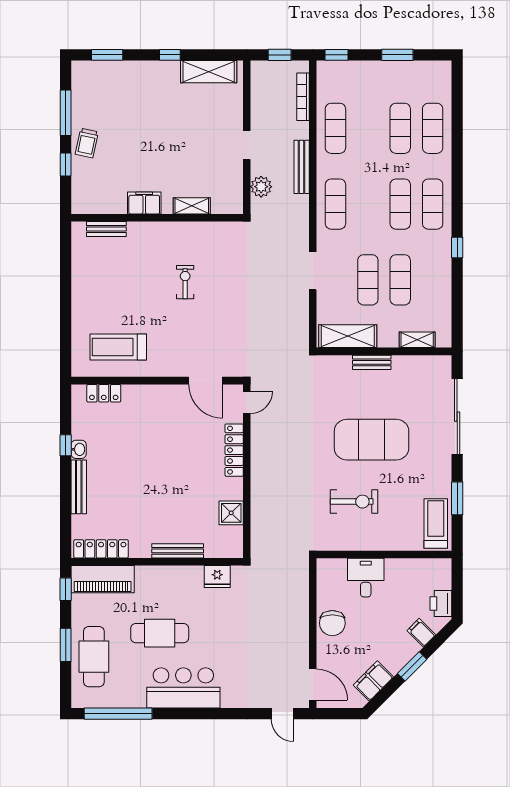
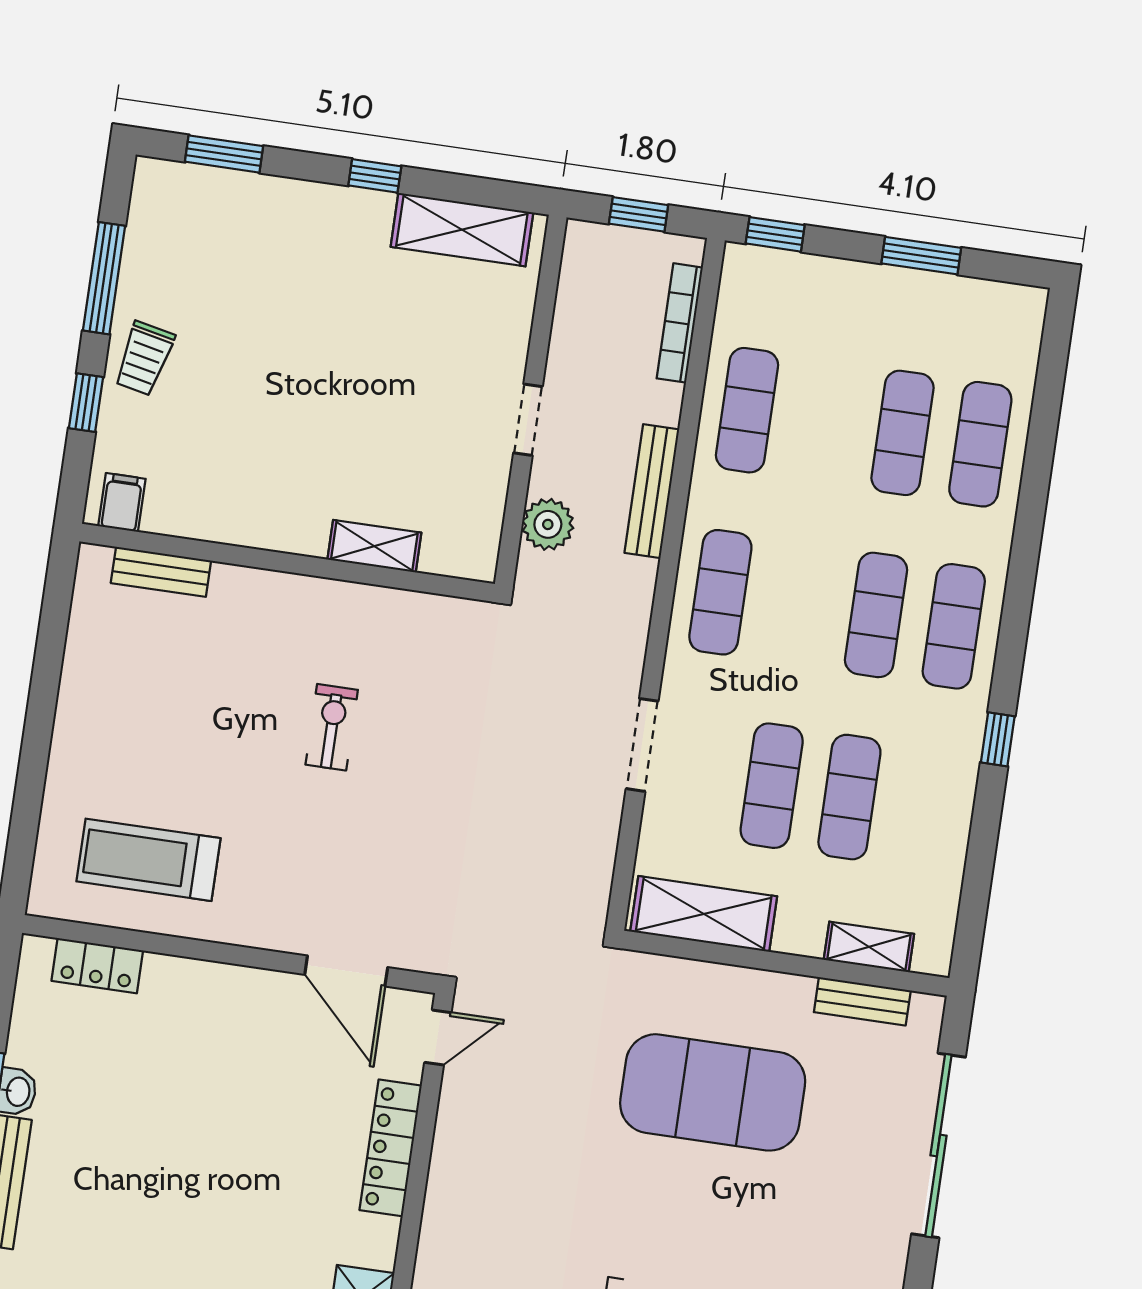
filing cabinet: (144, 203) -> (122, 502), moved, width x0.50
bench: (372, 362) -> (862, 1001), moved
exercise mat: (372, 440) -> (713, 1092), moved

